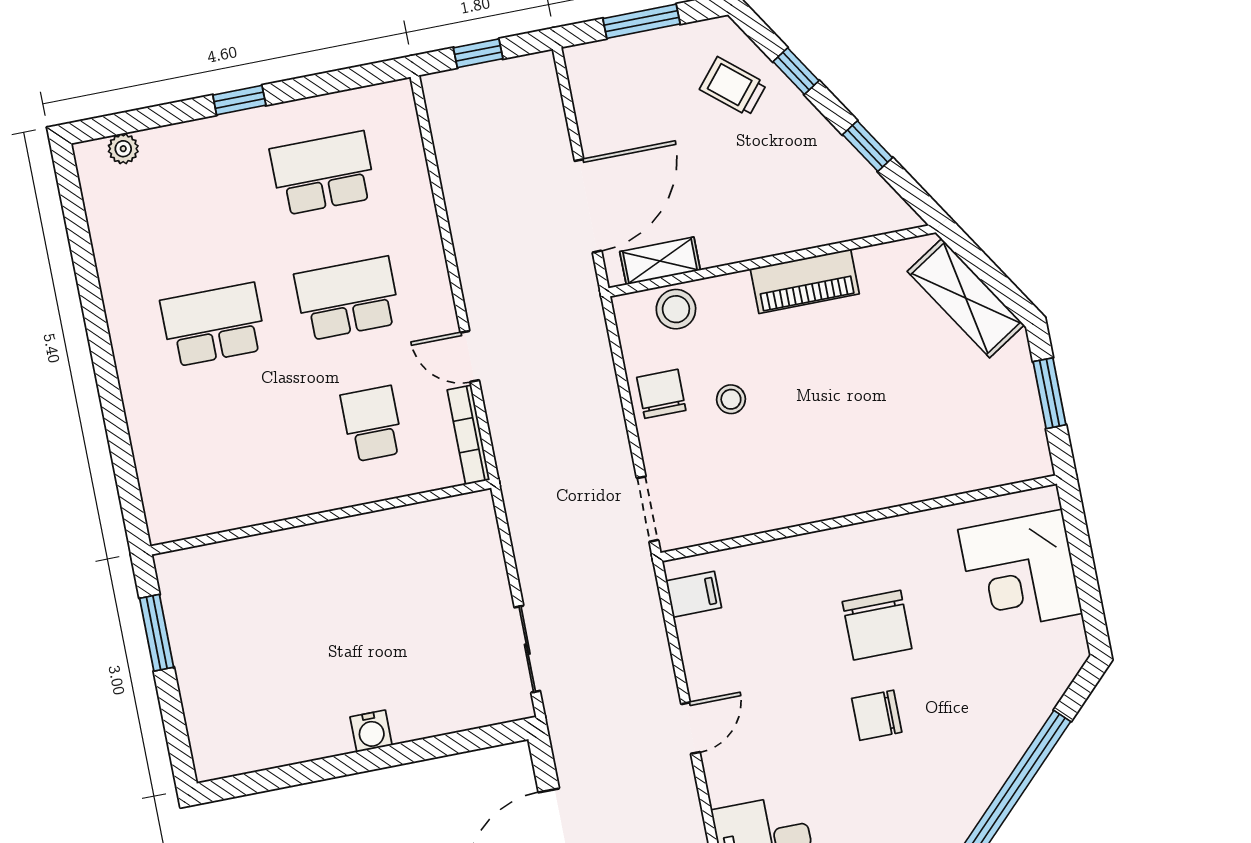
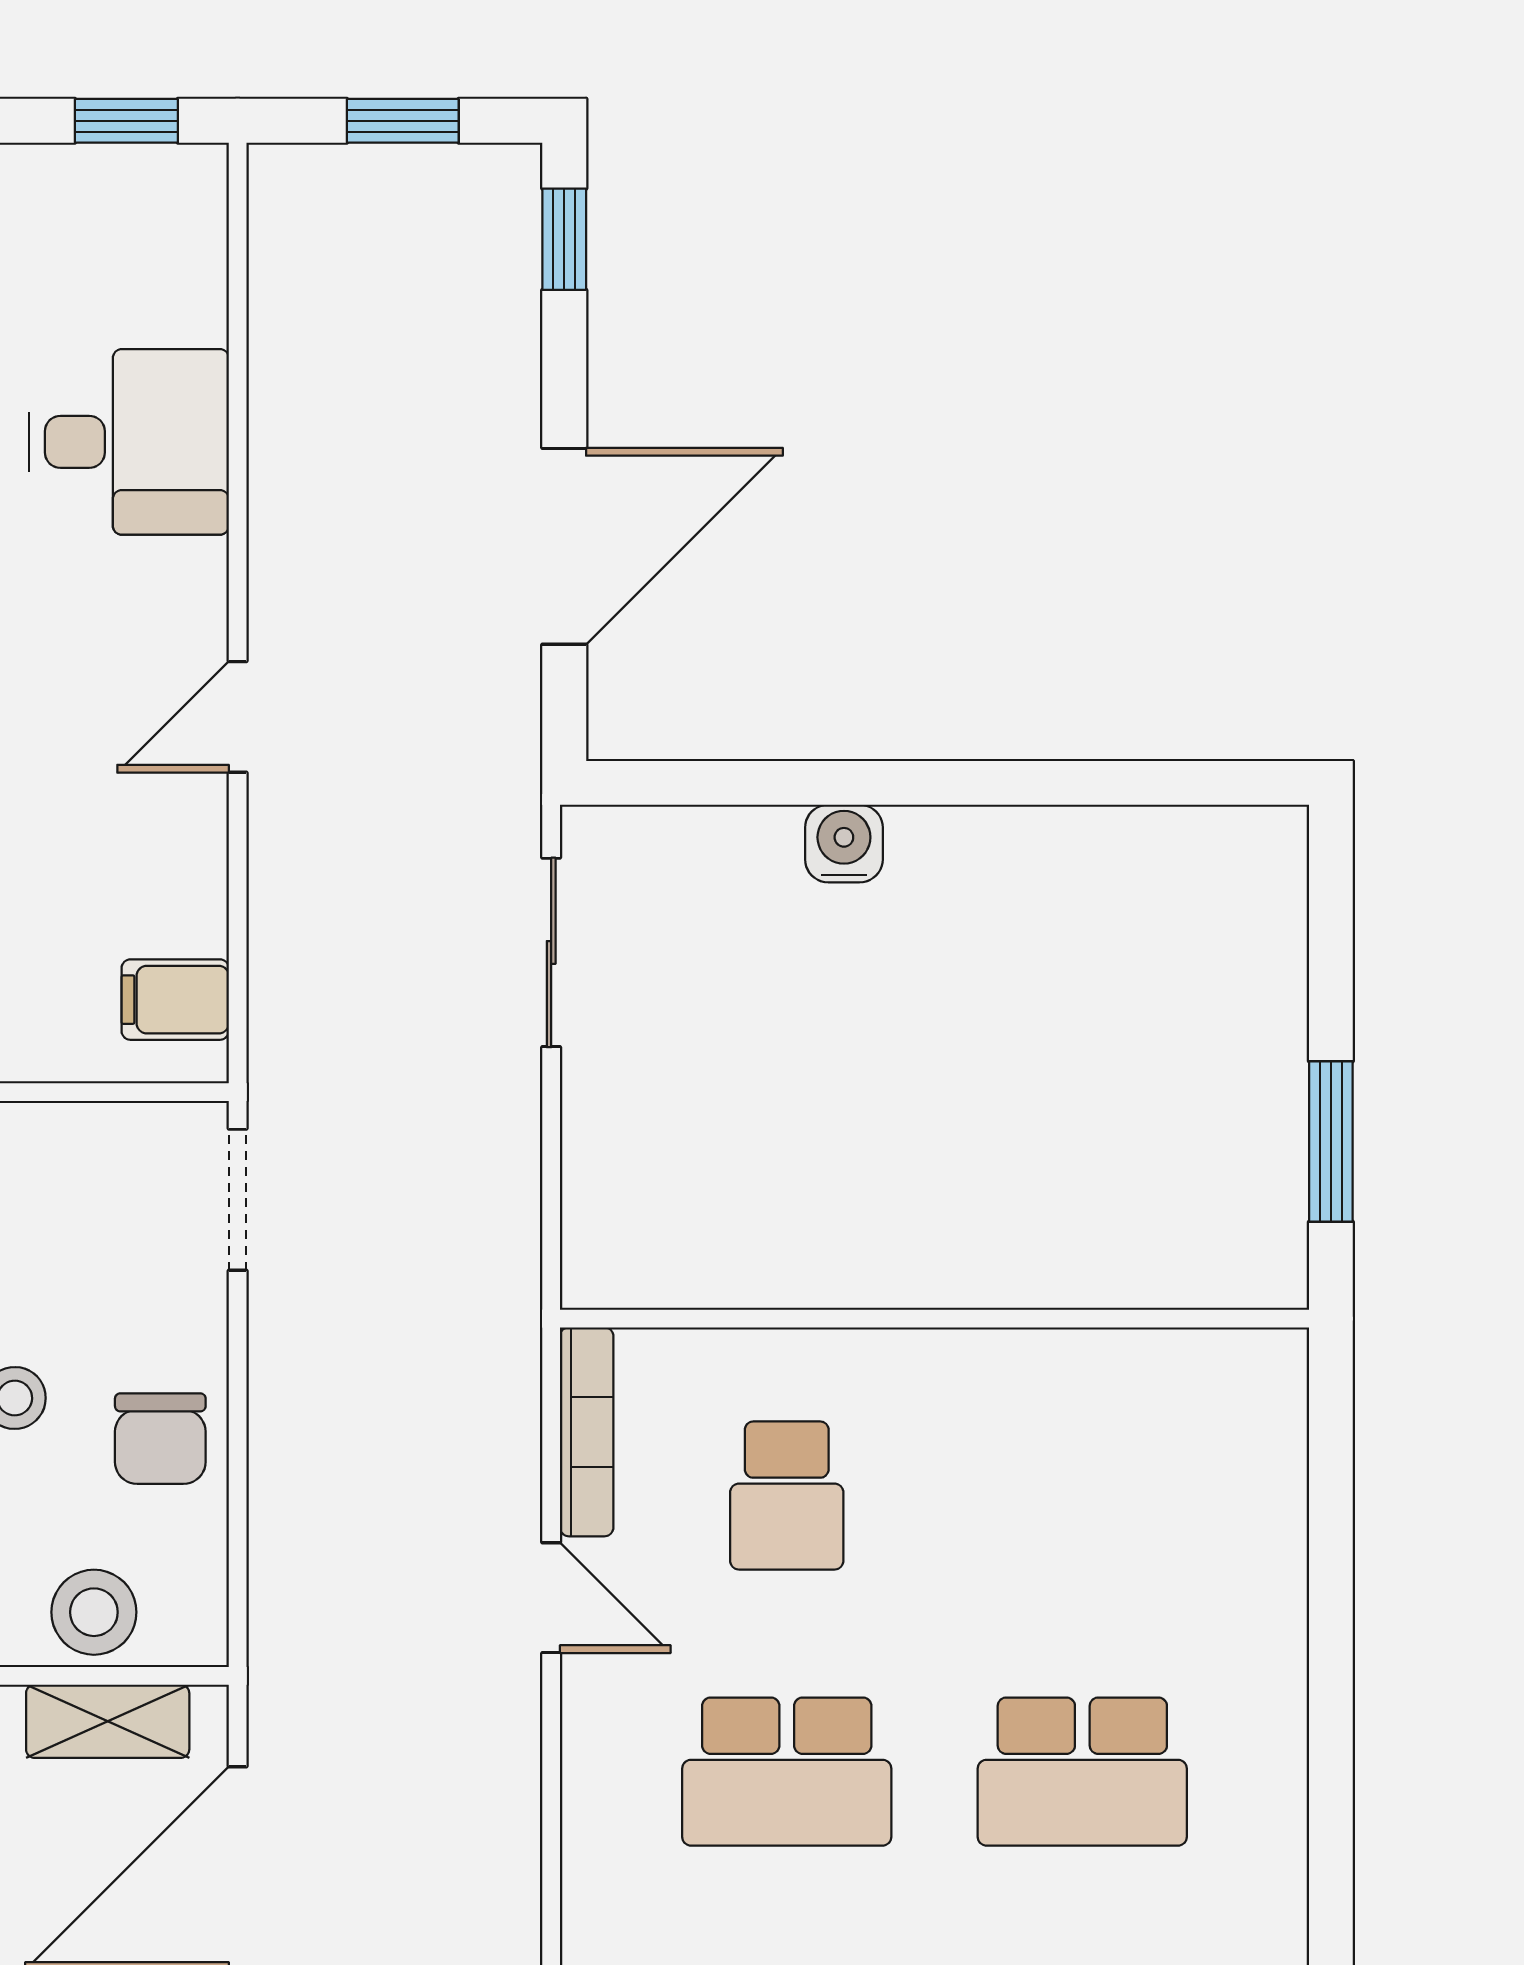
water cooler: (371, 731) -> (844, 844), moved

